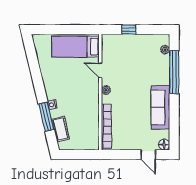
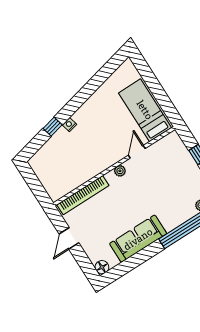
window: (46, 117) -> (53, 127), width x0.46
cot: (61, 129) -> (50, 149), removed
door: (148, 155) -> (69, 238), moved

